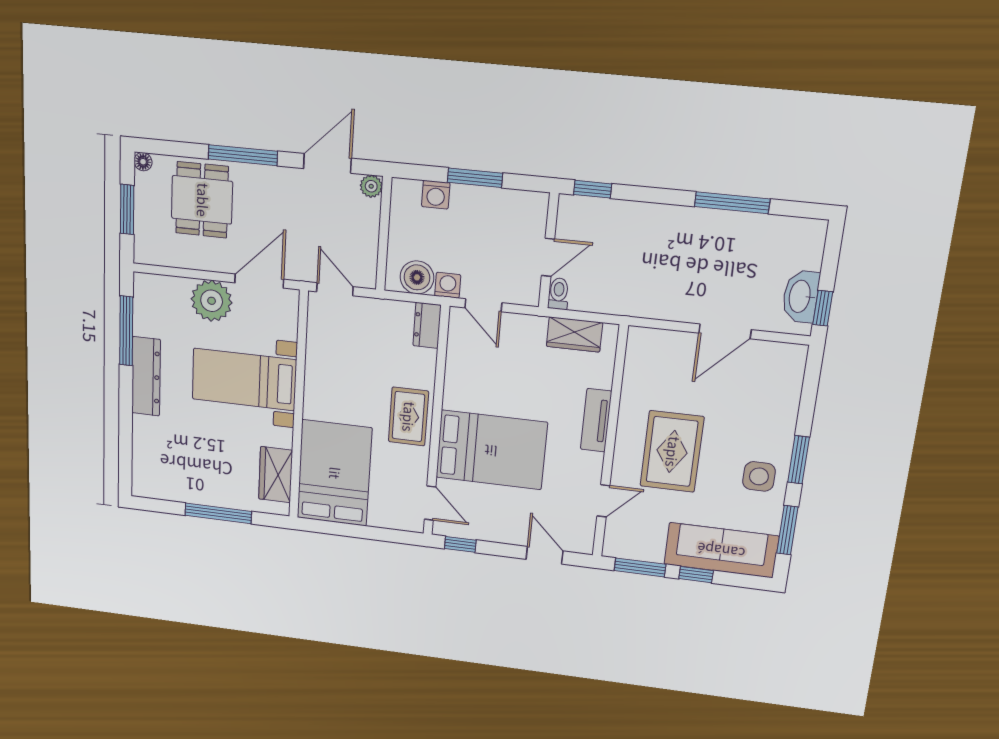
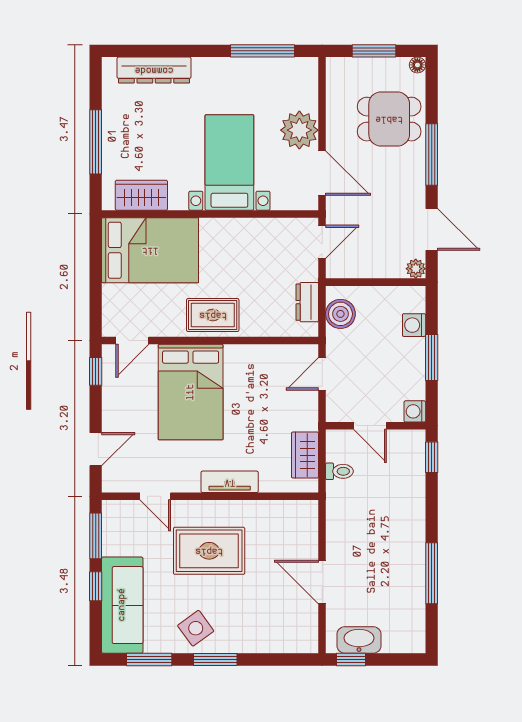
washing machine: (448, 285) -> (415, 411), moved, turned 180
toilet: (559, 294) -> (339, 471), moved
dresser: (427, 325) -> (307, 302), moved, turned -90
dresser: (146, 376) -> (154, 70), moved
side table: (759, 476) -> (196, 628), turned -36

